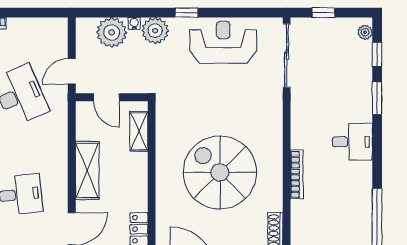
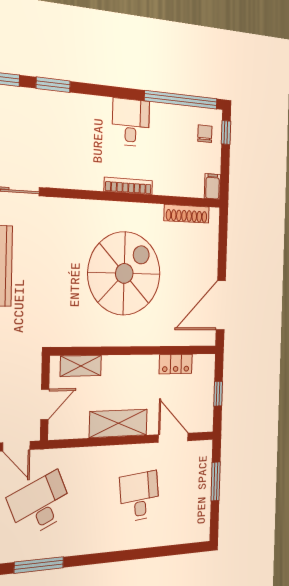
desk: (352, 142) -> (131, 122), moved
spiral stairs: (220, 172) -> (124, 273), turned 180

